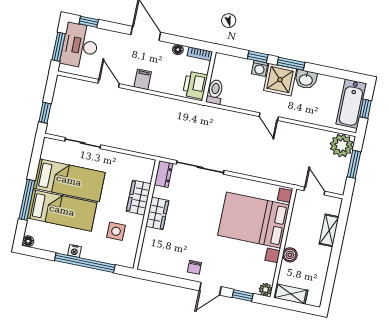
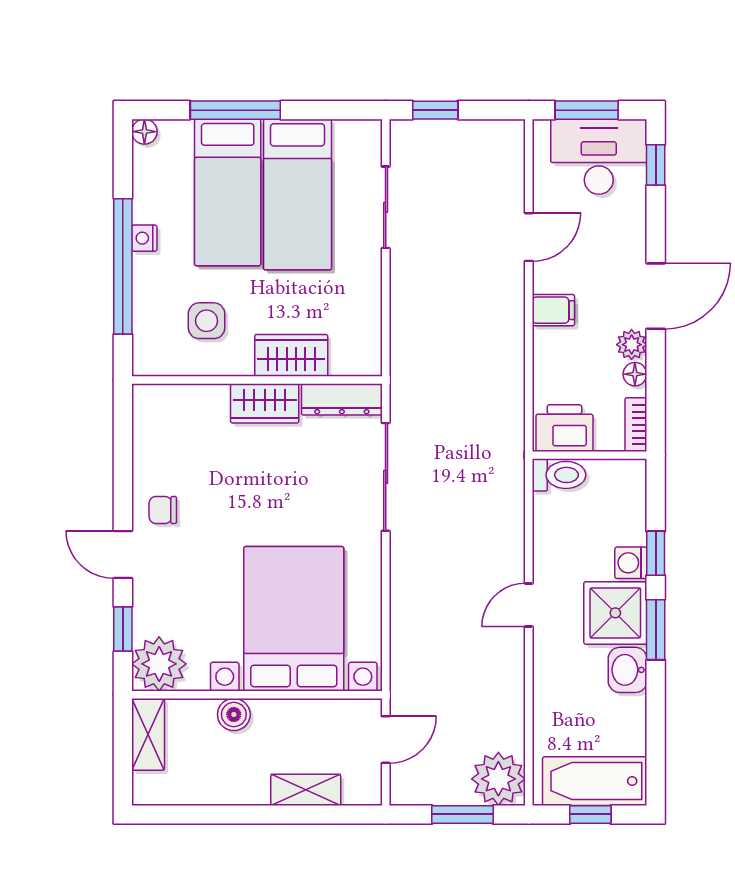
plant: (165, 48) -> (632, 345), added
dresser: (164, 174) -> (342, 399), width x1.44
plant: (265, 290) -> (159, 664), width x1.88, depth x1.88

